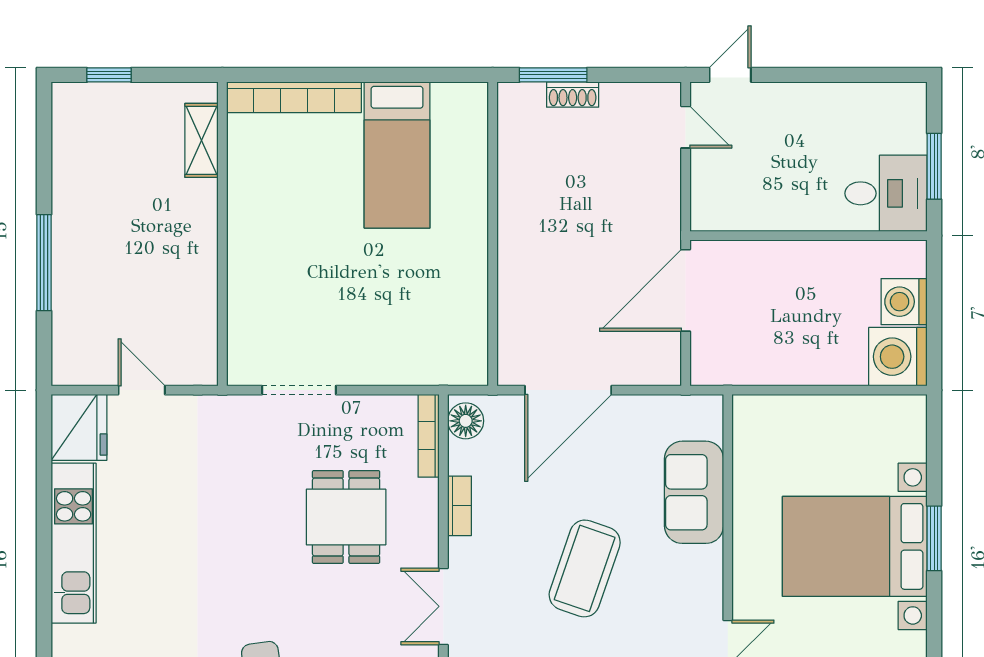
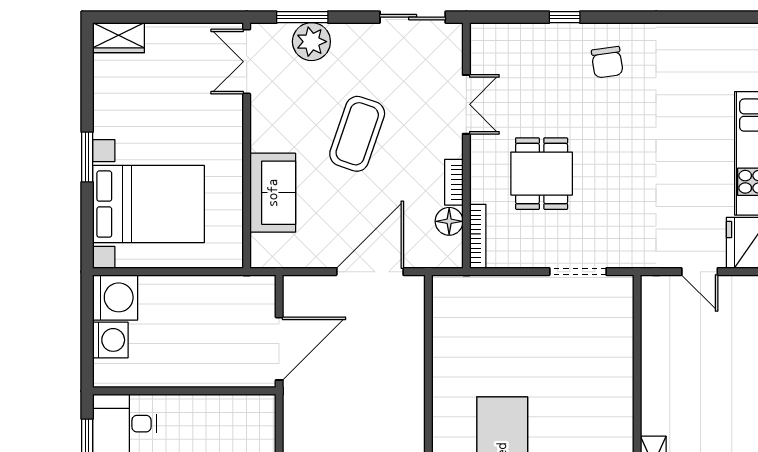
floor lamp: (466, 421) -> (449, 221), moved
bed with nightstands: (855, 546) -> (148, 204), moved

